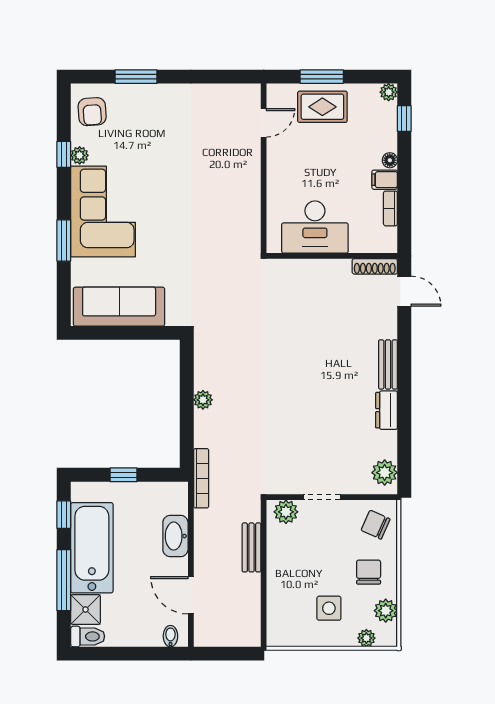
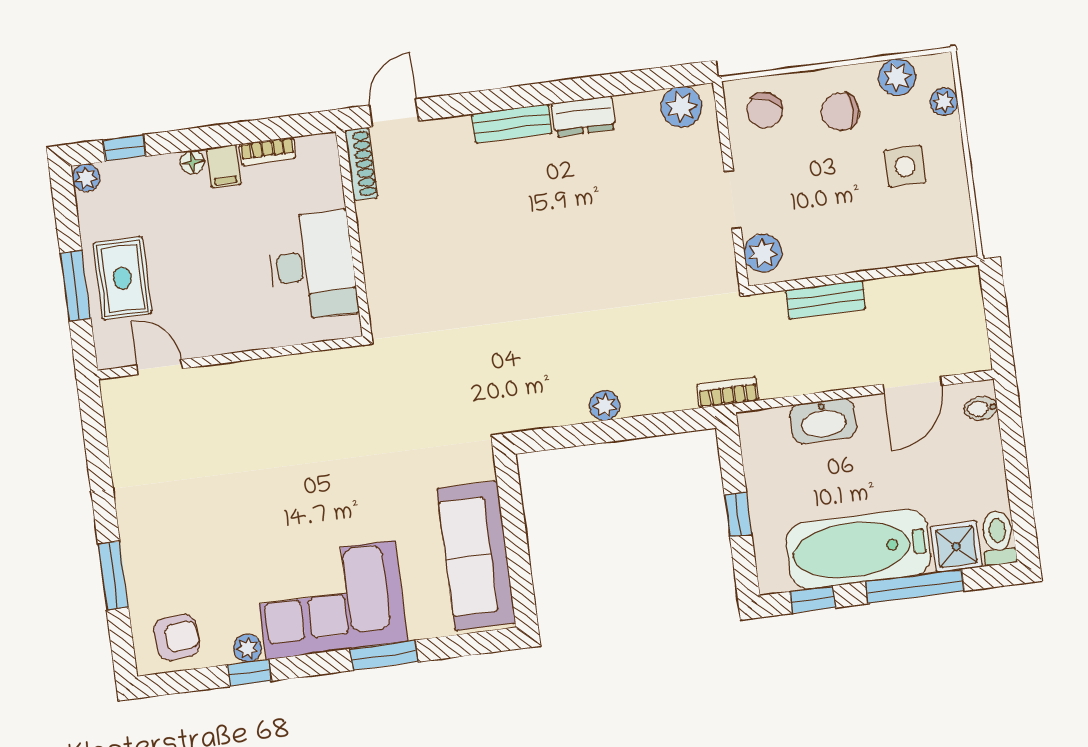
bookcase: (201, 478) -> (728, 392), width x0.64

